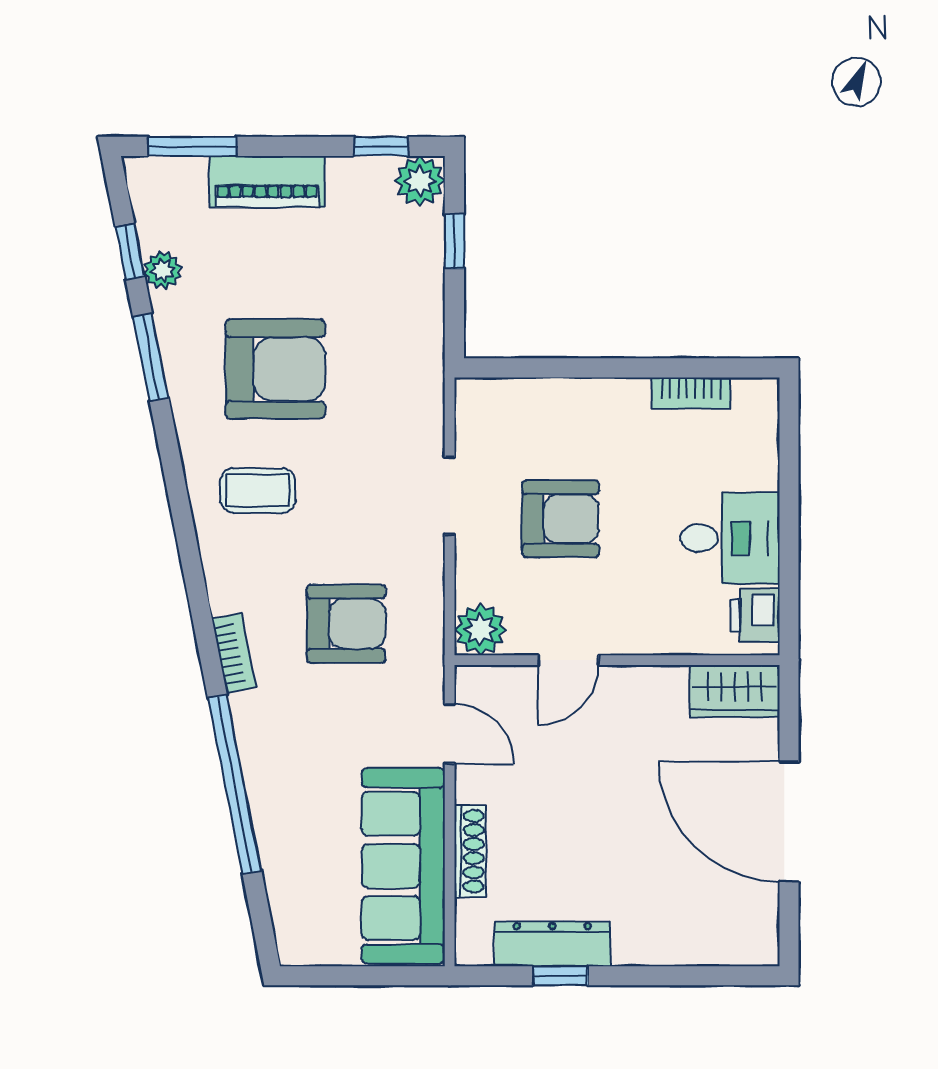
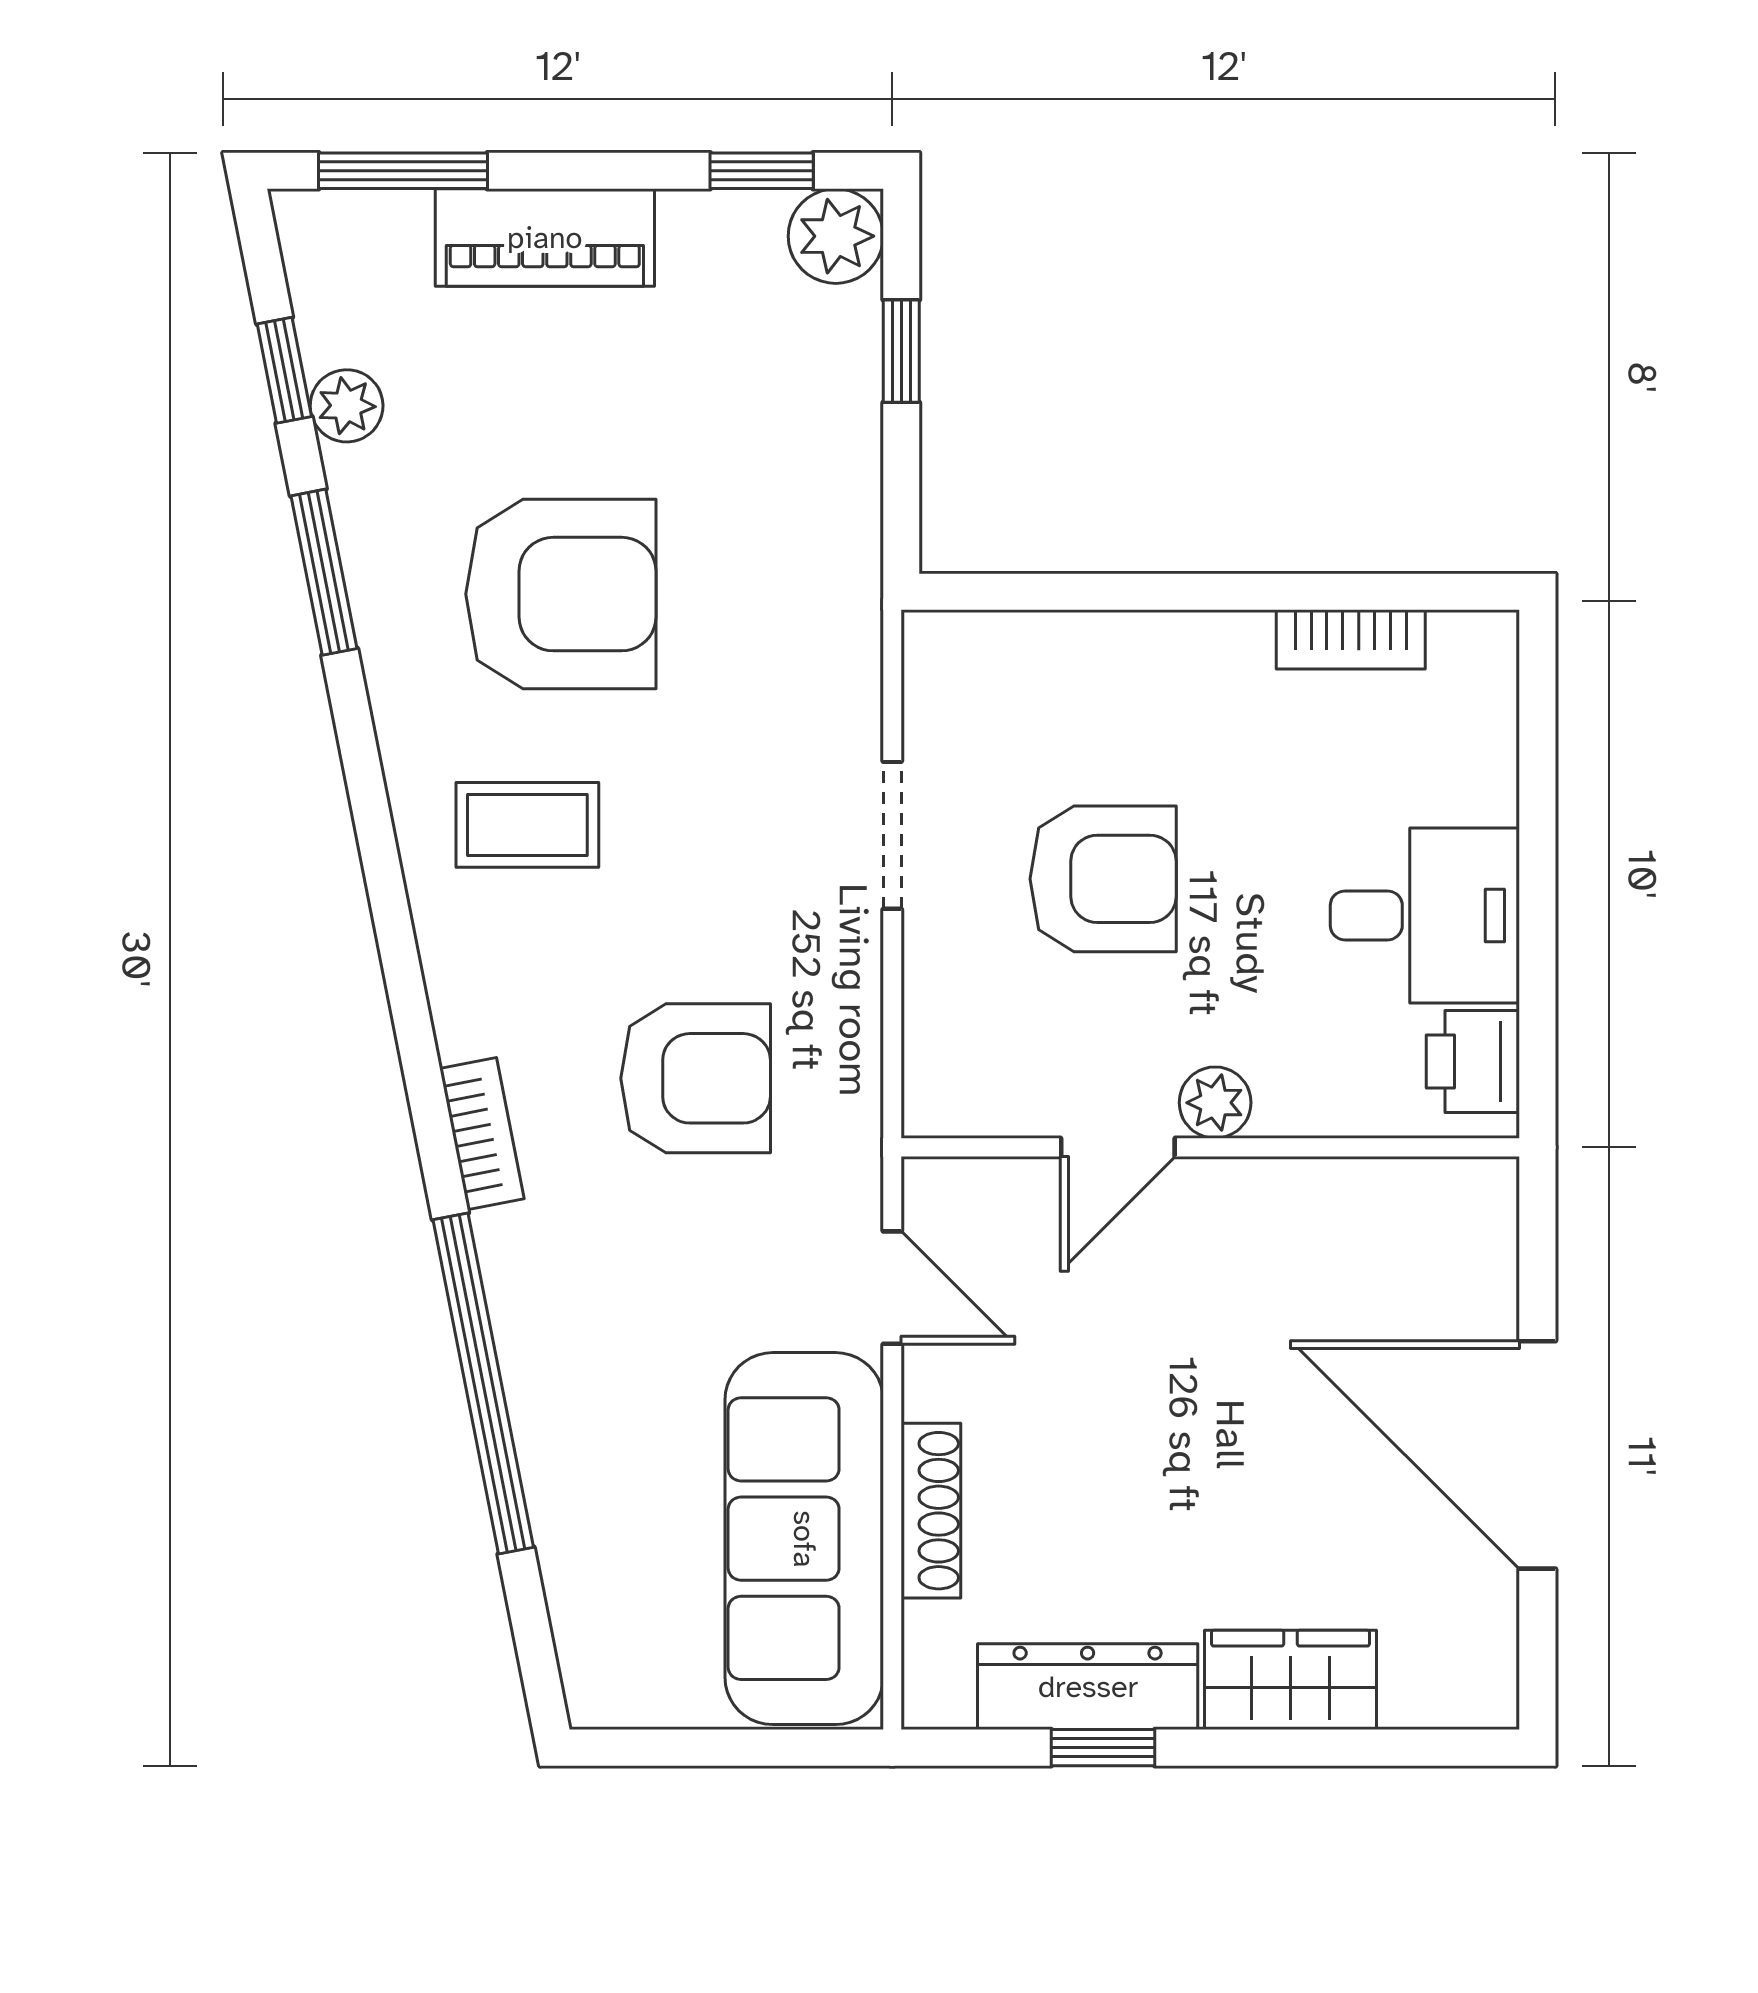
plant: (480, 629) -> (1215, 1103), moved, width x0.73, depth x0.73
wardrobe: (734, 691) -> (1290, 1680), moved, turned 180

